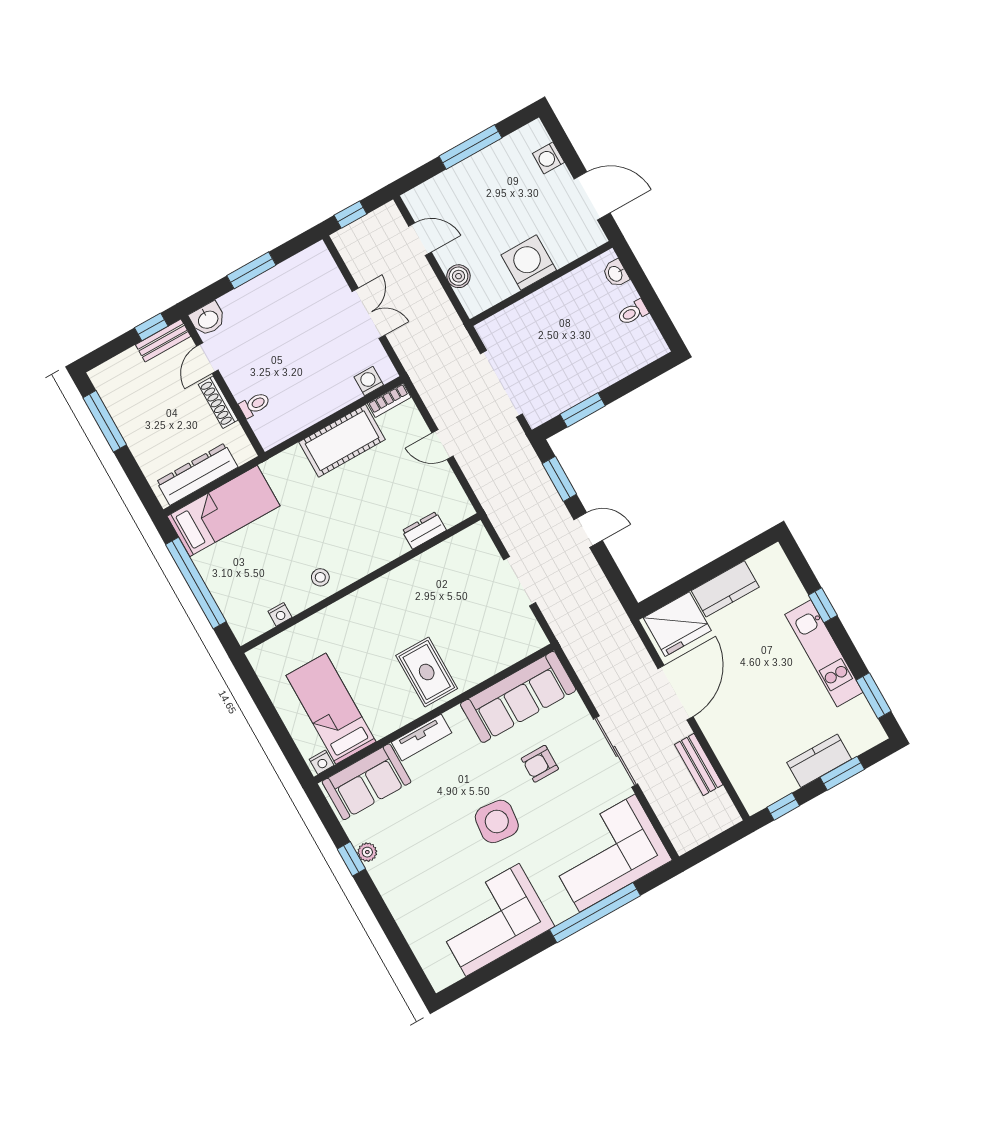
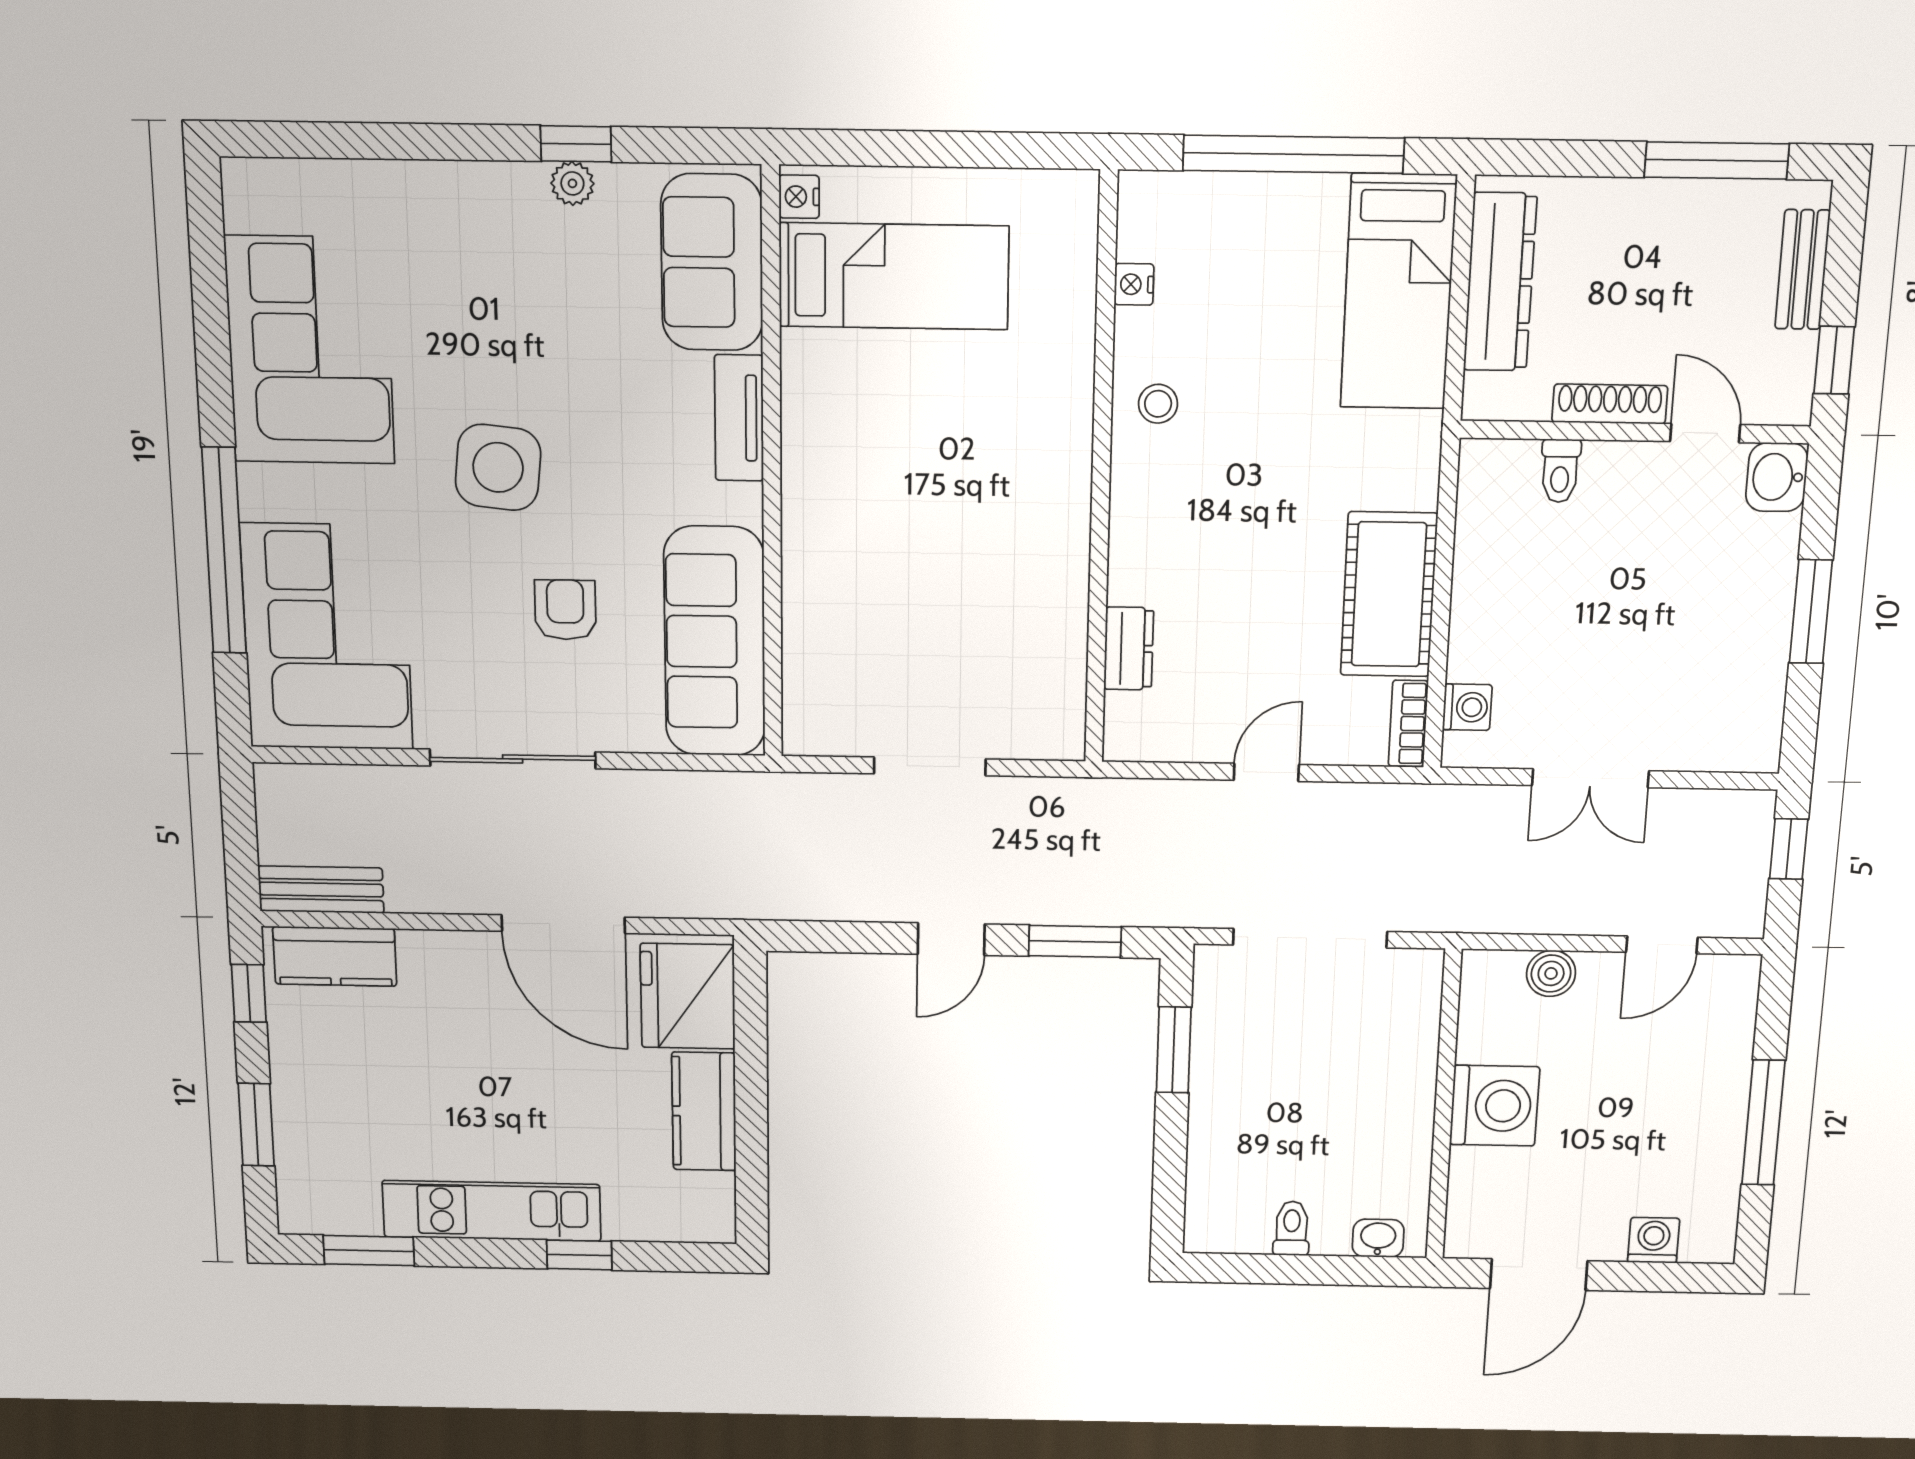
bench: (163, 340) -> (1803, 270), moved
rug: (427, 672) -> (859, 500), removed
kitchen counter: (819, 761) -> (335, 956), moved, turned 90
bench: (699, 764) -> (321, 890), moved

